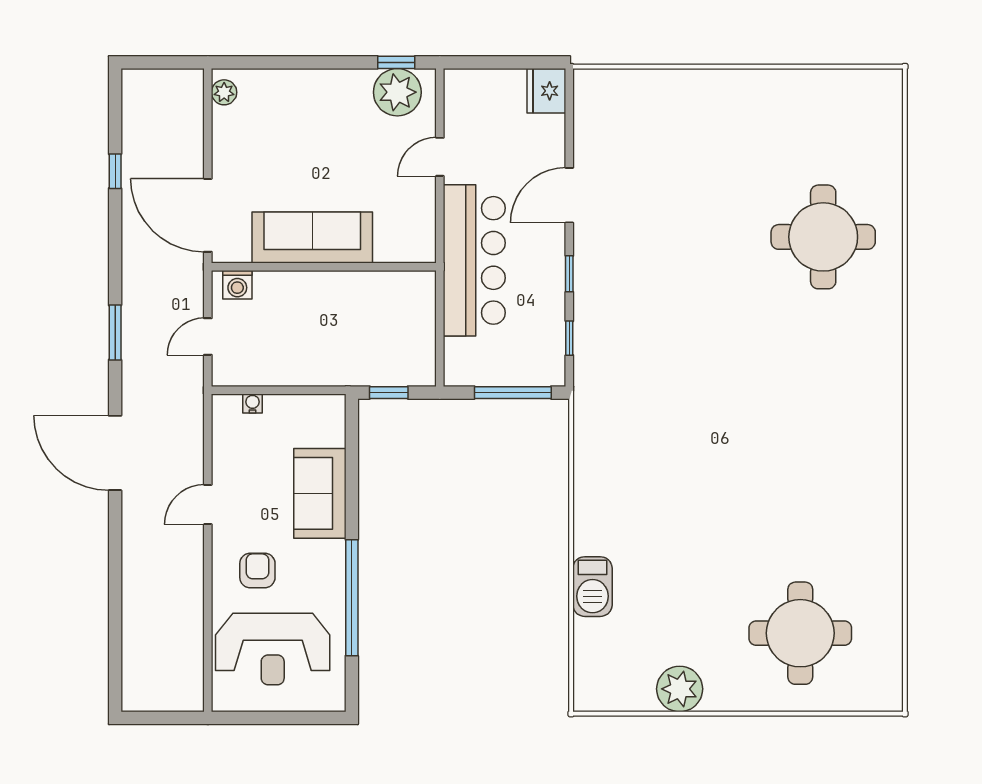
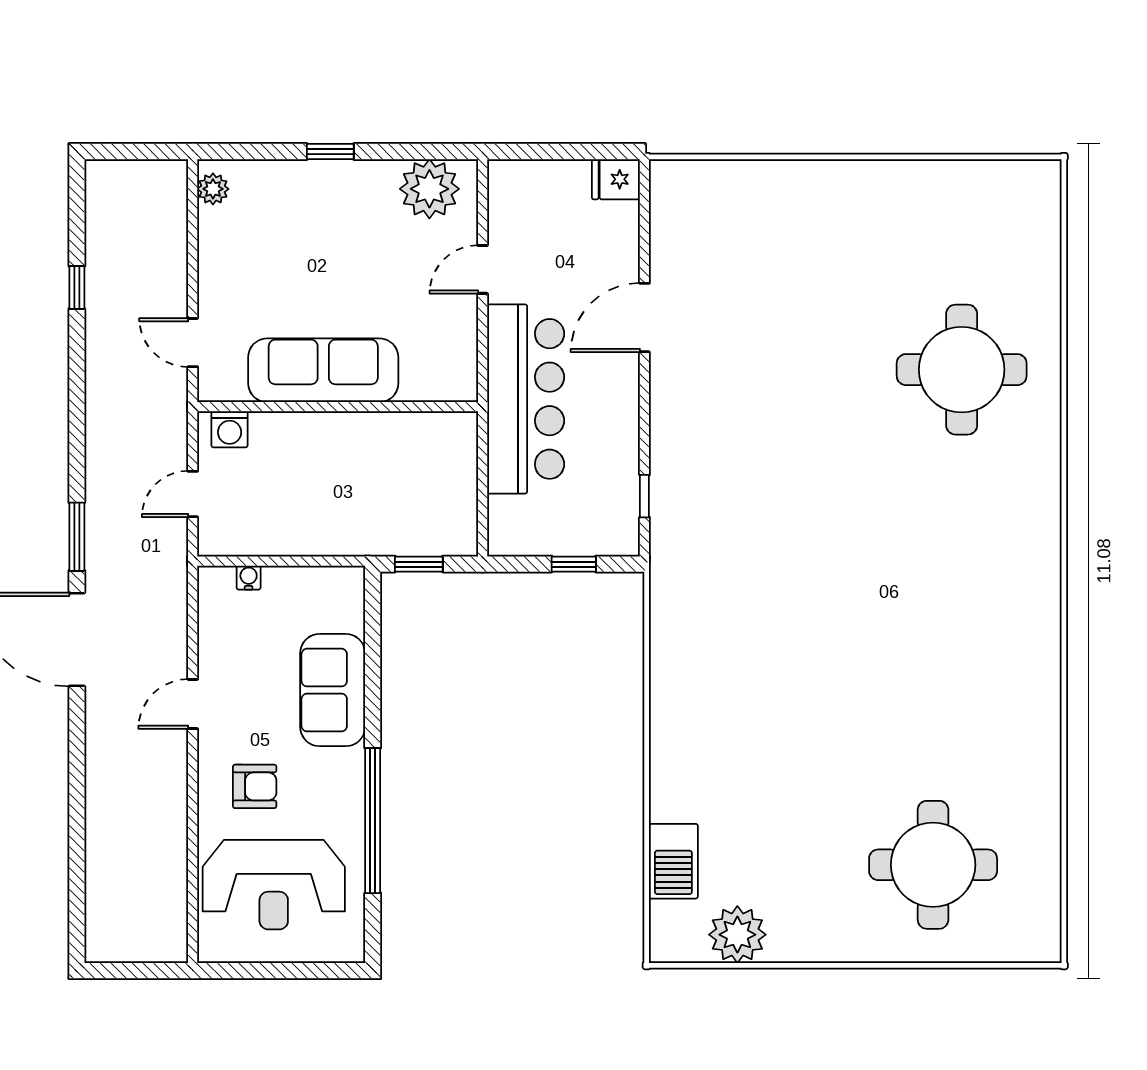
window: (396, 62) -> (330, 151), moved
fridge: (546, 91) -> (616, 179), width x0.72
door: (208, 215) -> (193, 343), width x0.53
window: (569, 274) -> (644, 416), removed
window: (115, 333) -> (77, 537), moved
window: (513, 393) -> (574, 564), width x0.46
armchair: (257, 570) -> (255, 786), turned 90
barbecue: (592, 587) -> (673, 861), moved
plant: (680, 689) -> (737, 935), moved

